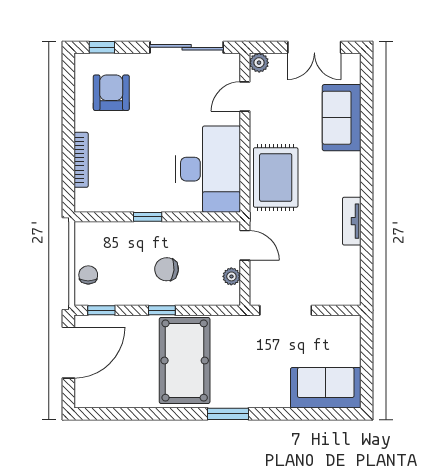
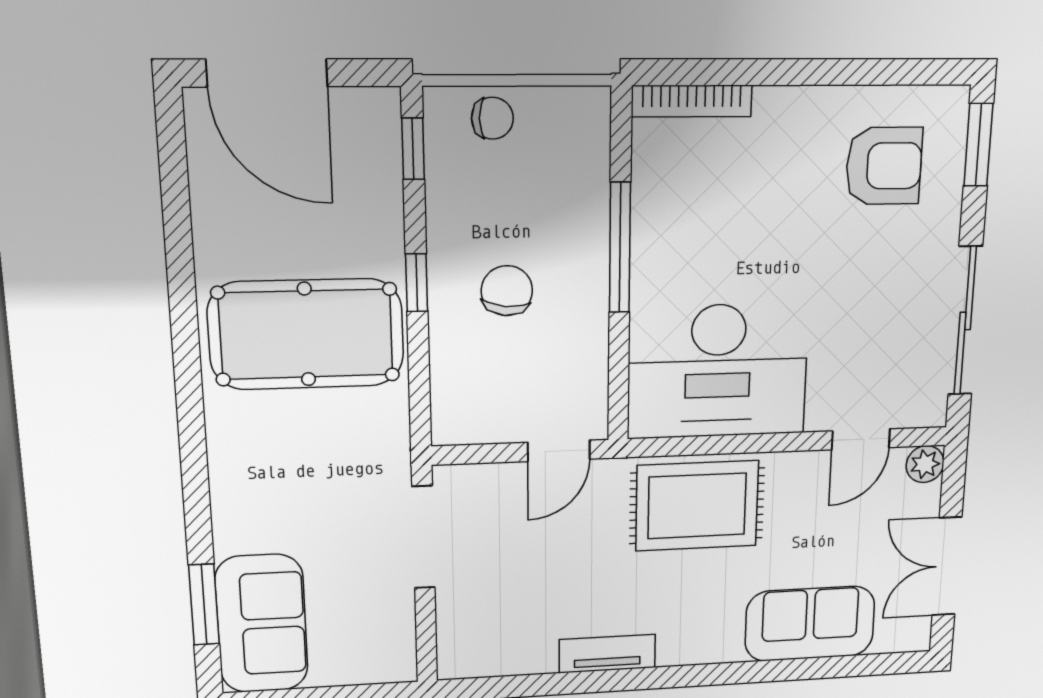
window: (102, 47) -> (978, 145), width x1.50
door: (245, 96) -> (861, 439), swing flipped
bookcase: (81, 160) -> (692, 101), moved
window: (148, 217) -> (620, 248), width x2.17
plant: (231, 276) -> (493, 426), removed
door: (68, 353) -> (267, 73), moved
window: (228, 414) -> (204, 605), moved

